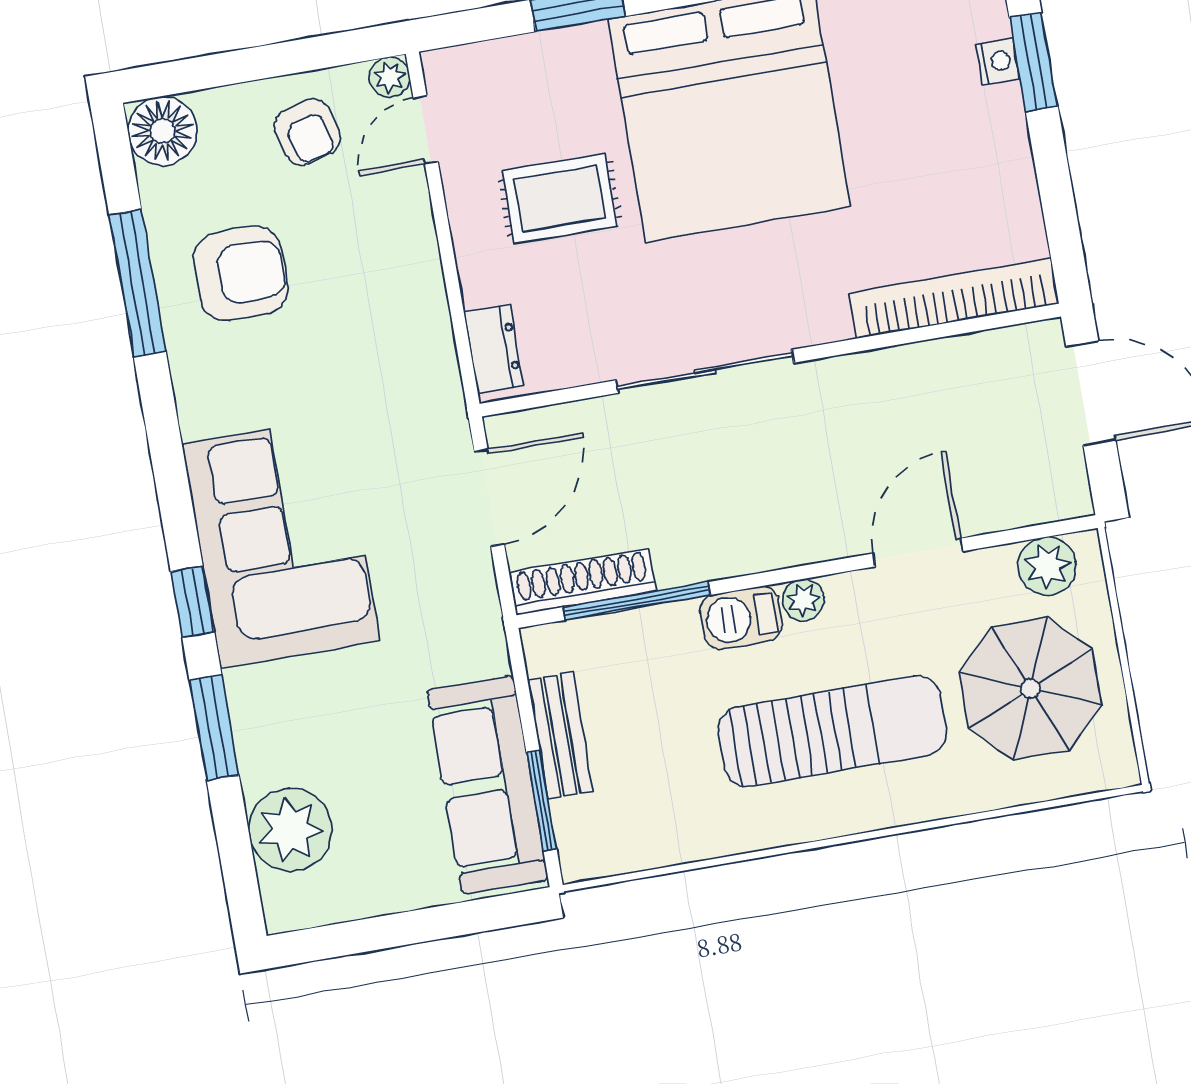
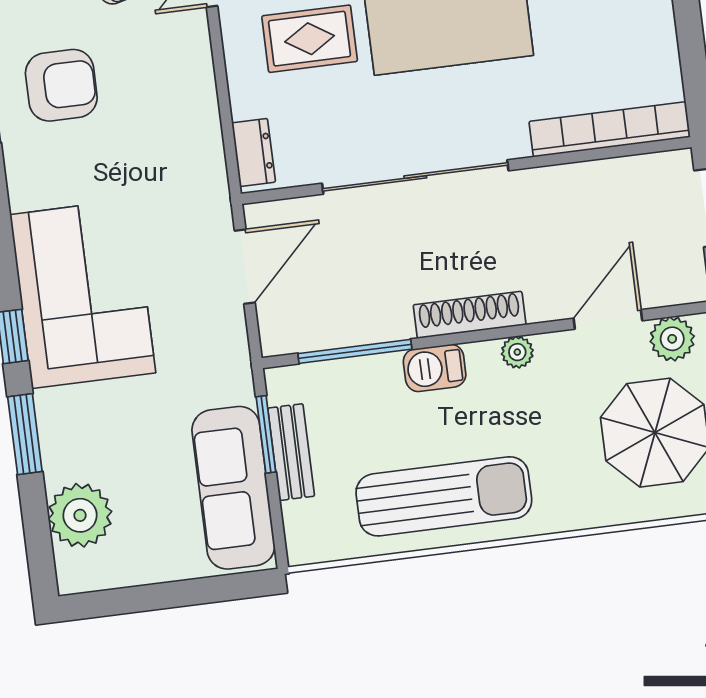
sliding door: (705, 371) -> (415, 177), width x1.36
door: (918, 552) -> (608, 319), moved
shoe rack: (582, 582) -> (470, 315), moved
plant: (803, 600) -> (517, 352), moved
sun lounger: (832, 731) -> (444, 496), moved
window: (542, 801) -> (266, 434), moved

